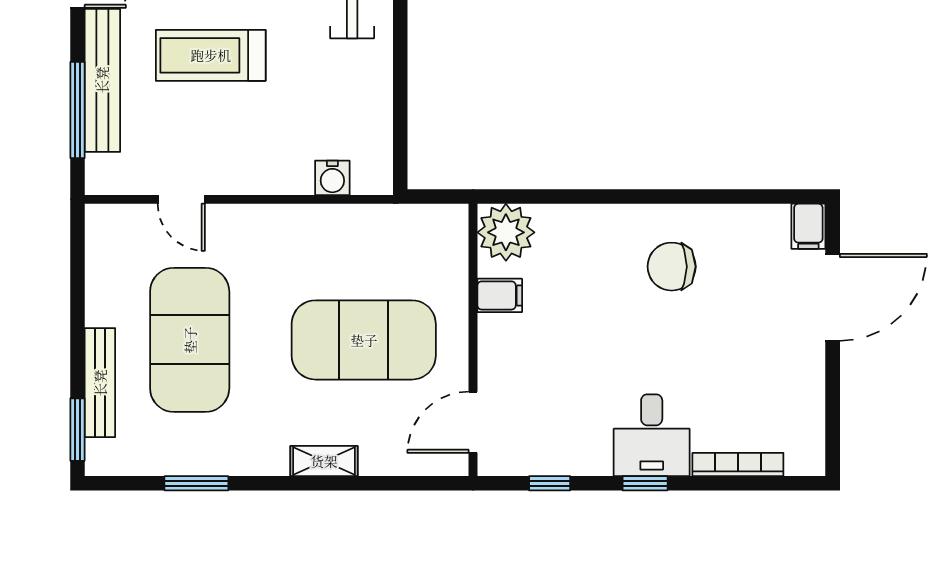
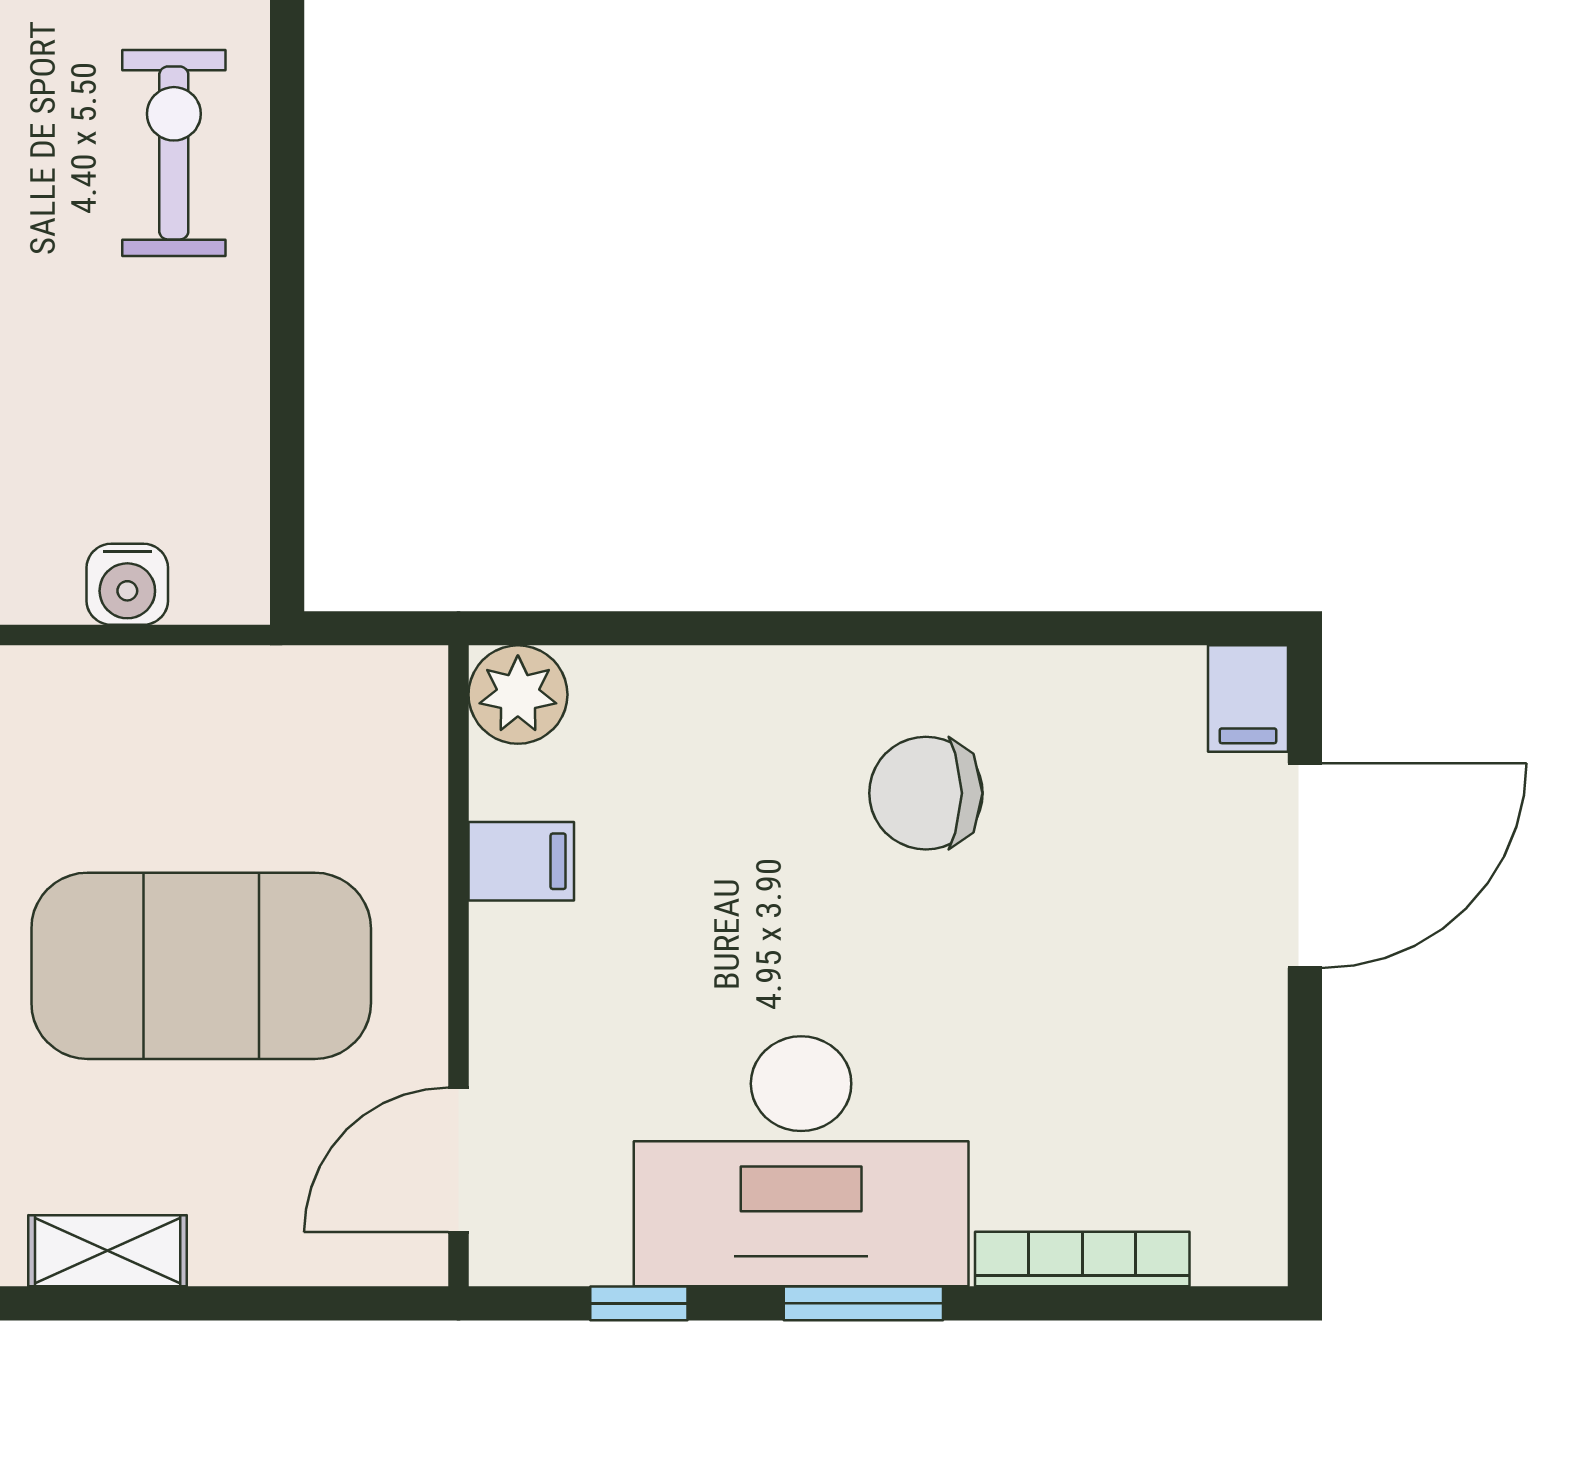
plant: (506, 232) -> (518, 695), width x0.73, depth x0.73
desk: (652, 435) -> (801, 1161), width x1.87, depth x1.30
window: (645, 483) -> (863, 1303), width x1.50

